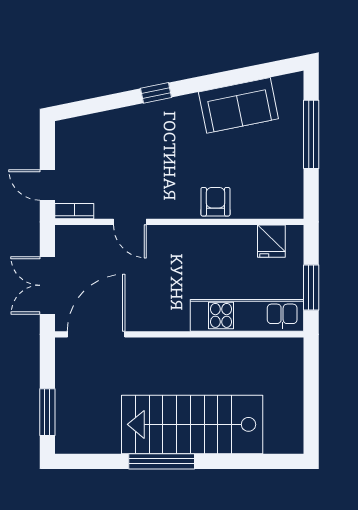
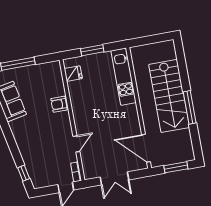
window: (156, 93) -> (24, 173), moved
kitchen unit: (247, 315) -> (124, 77), moved
door: (96, 334) -> (146, 148), moved
wall: (179, 334) -> (139, 108), moved

